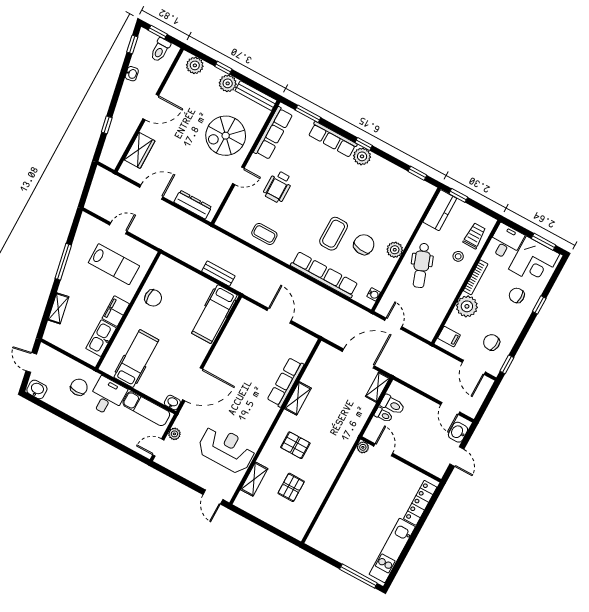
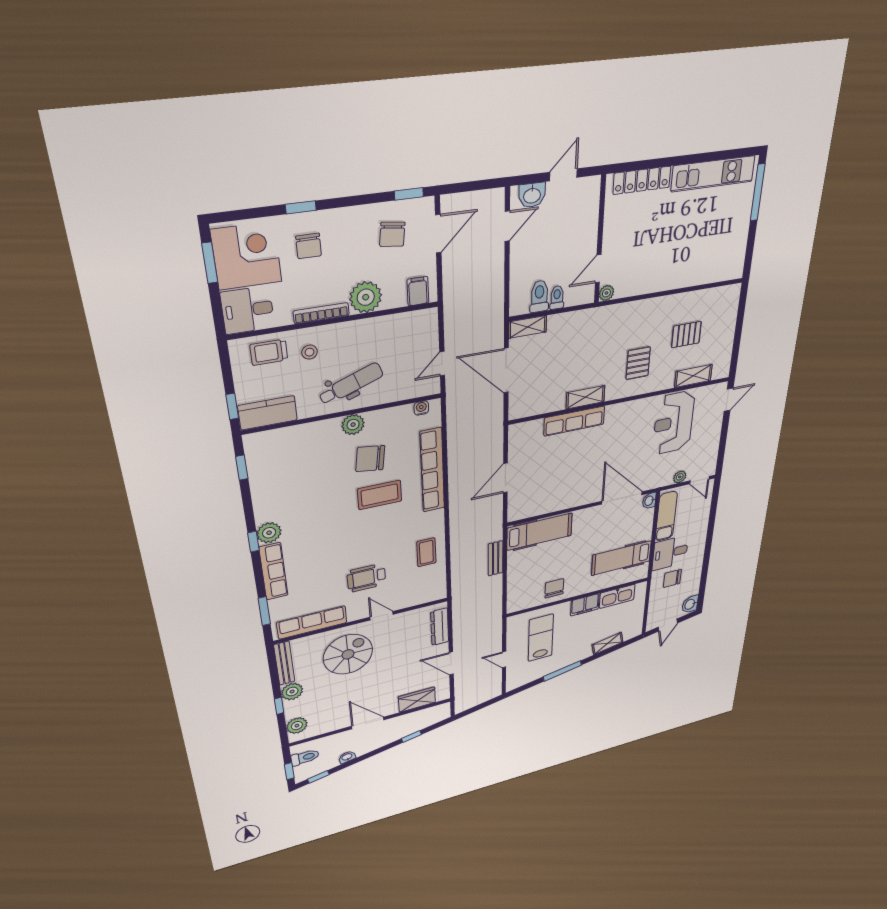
spiral stairs: (226, 136) -> (348, 654), turned -90
wheelchair: (278, 187) -> (366, 578), turned 180

